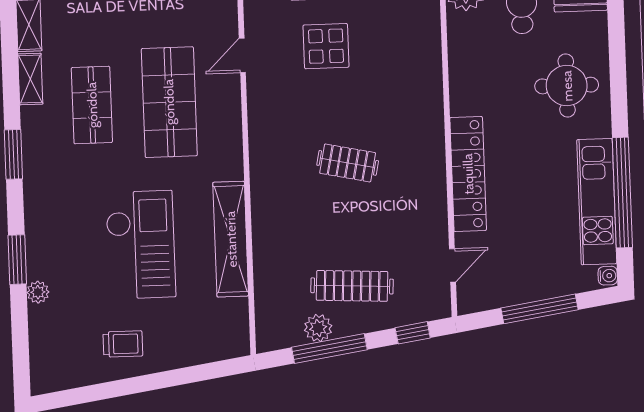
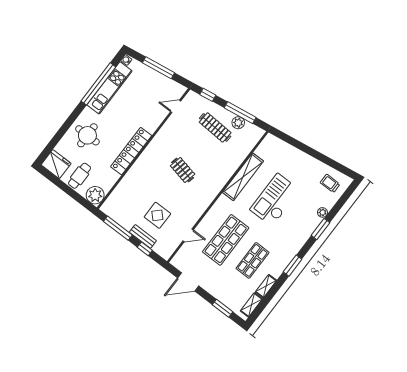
locker: (468, 174) -> (131, 151), moved
trolley: (123, 344) -> (330, 183), moved

